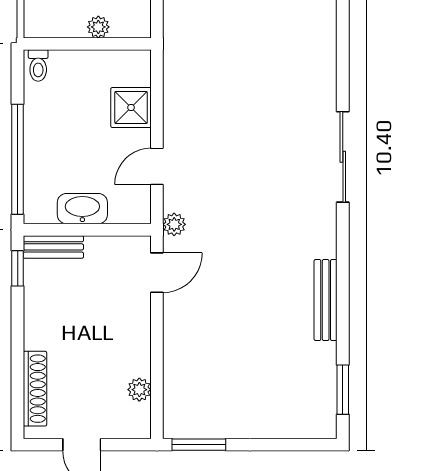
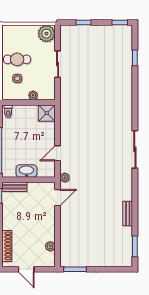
shower: (131, 108) -> (47, 113), moved
bench: (326, 300) -> (128, 214), width x0.73

